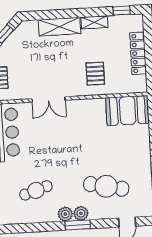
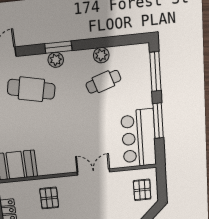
plant: (65, 214) -> (101, 55), moved

